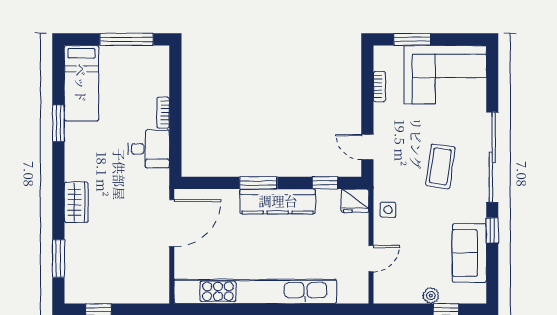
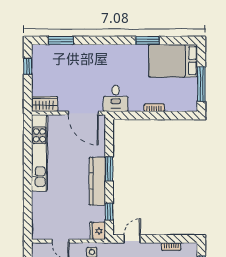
bed: (81, 83) -> (173, 61), width x1.50
desk: (149, 149) -> (116, 98), moved
wardrobe: (76, 202) -> (45, 104), moved, turned 180
kitchen unit: (255, 291) -> (39, 153), width x0.73

